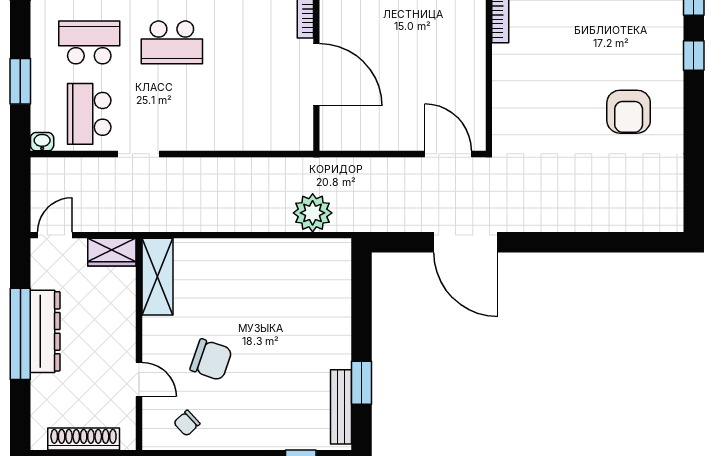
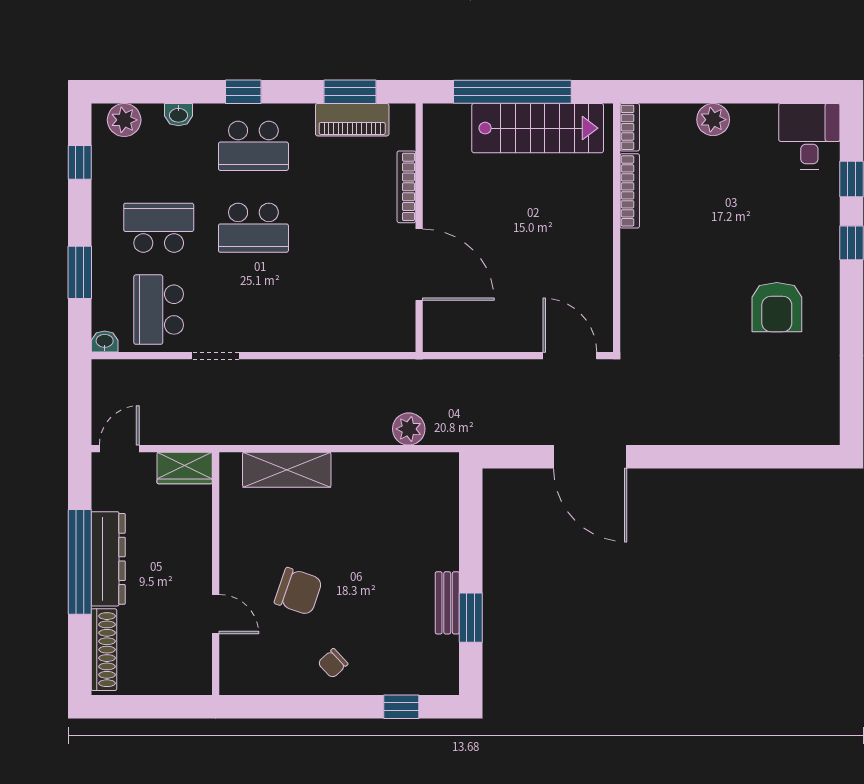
plant: (313, 213) -> (409, 429), width x0.73, depth x0.73
shelving: (157, 277) -> (287, 470), moved, turned 90
bench: (341, 407) -> (447, 603), moved, width x0.73
chair: (187, 423) -> (333, 663), moved
shoe rack: (84, 439) -> (104, 650), moved, turned 90

